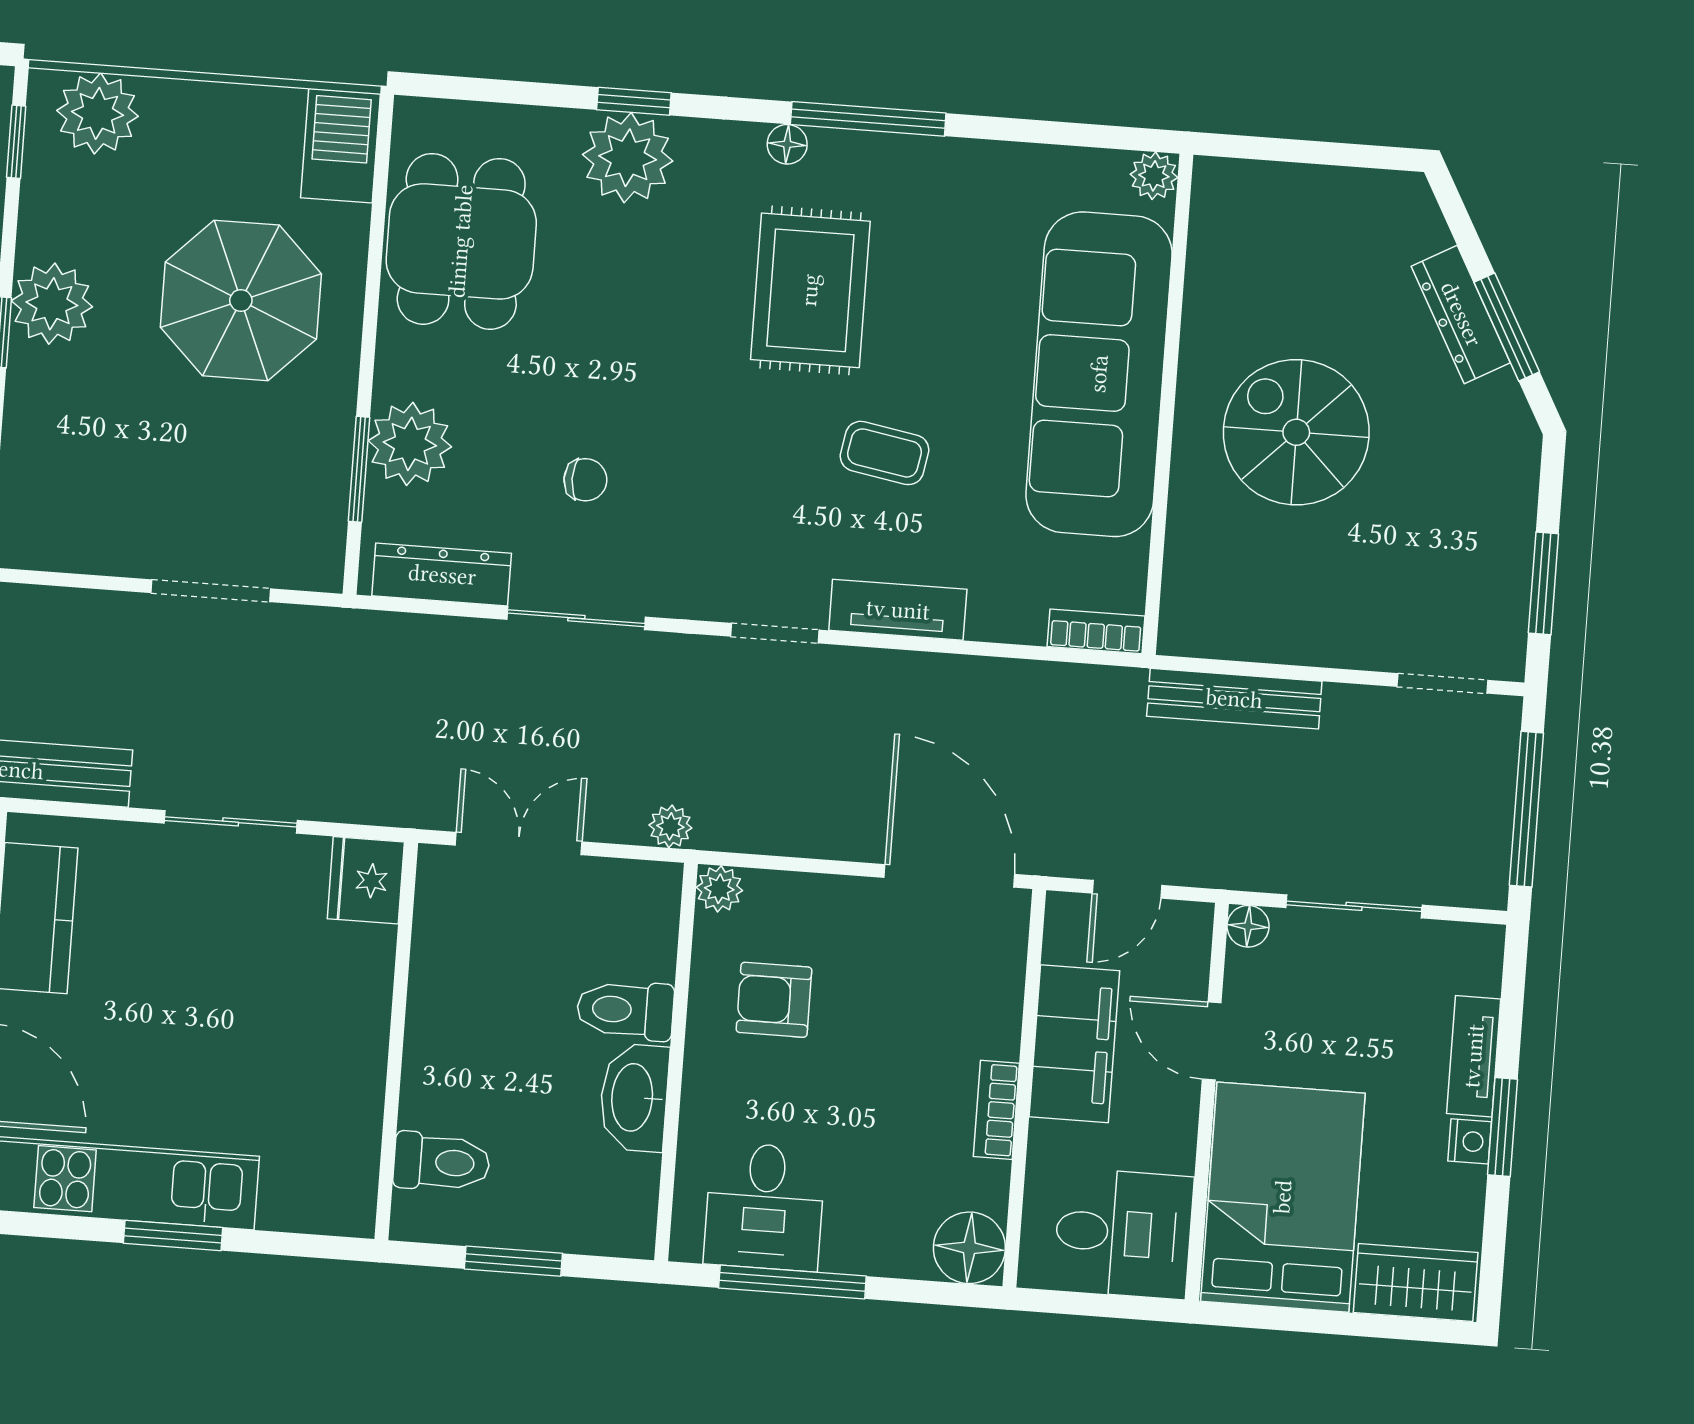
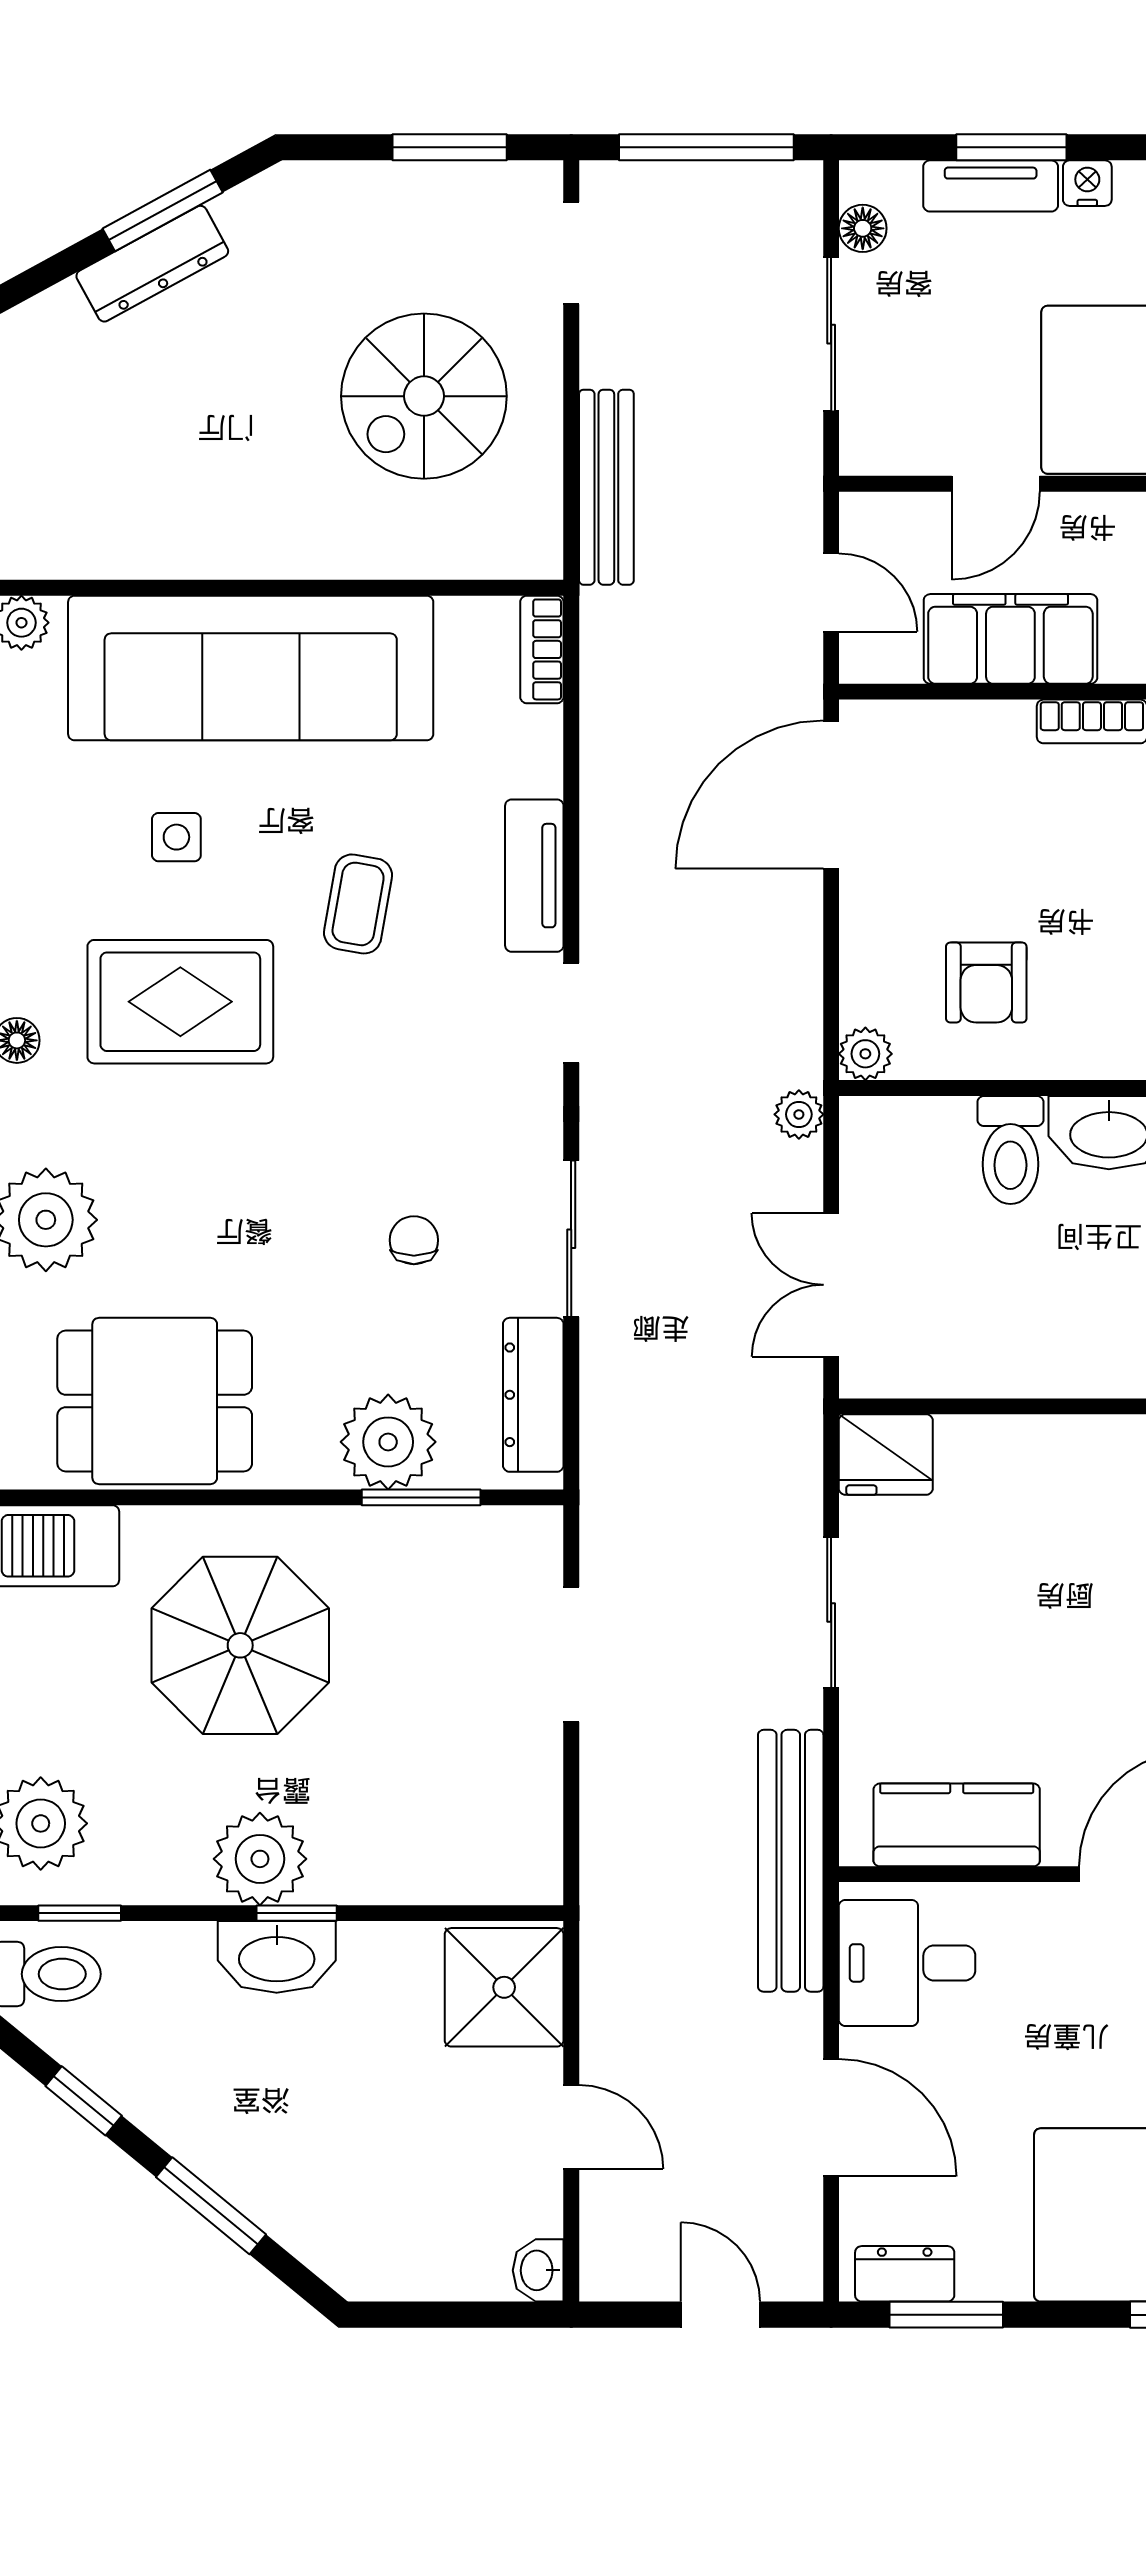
side table: (955, 298) -> (176, 837), added
spiral stairs: (1296, 432) -> (424, 396), moved
floor lamp: (1248, 926) -> (863, 228), moved
window: (1503, 1127) -> (1011, 147), moved

